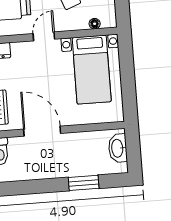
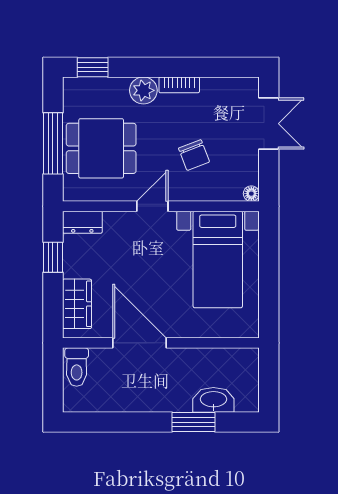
floor lamp: (95, 24) -> (251, 194), moved
washbasin: (118, 148) -> (213, 400), moved, turned 90

